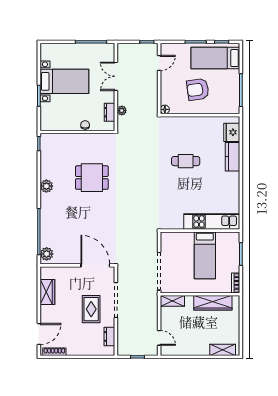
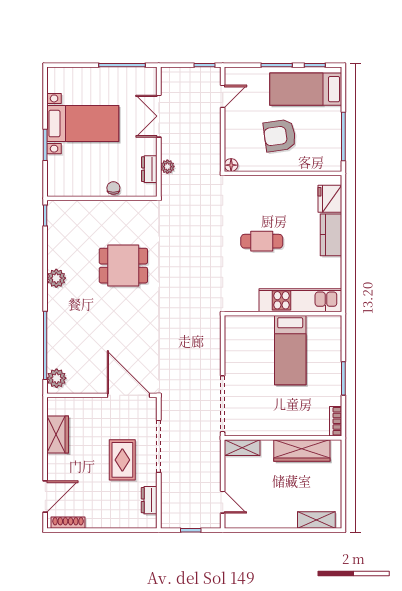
kitchen unit: (212, 222) -> (300, 300), moved
wall: (200, 231) -> (283, 314), moved
bed: (205, 255) -> (290, 350), moved

